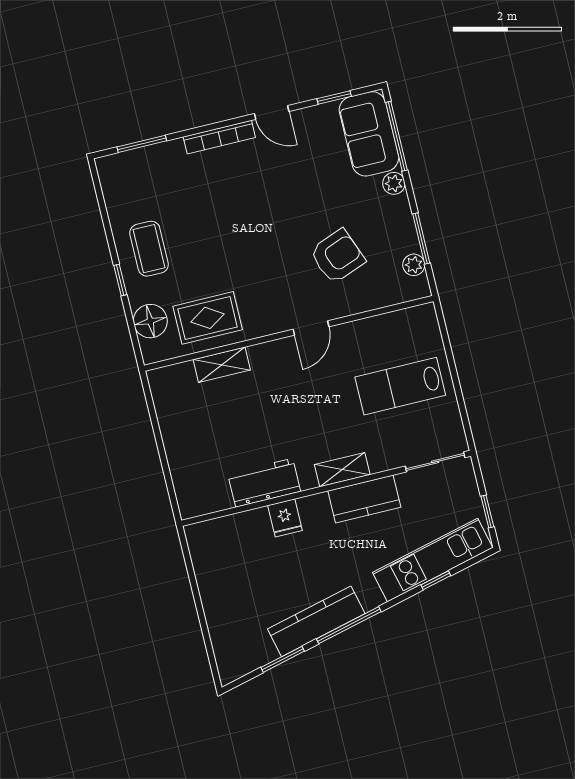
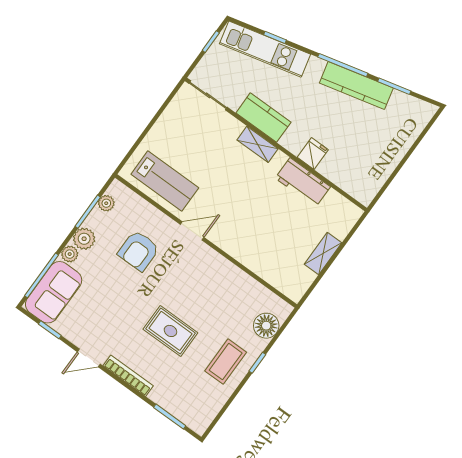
door: (272, 113) -> (89, 358), swing flipped
plant: (397, 211) -> (84, 239), added
armchair: (337, 256) -> (138, 251), turned -69
rug: (208, 318) -> (170, 331), moved
shelving: (222, 365) -> (323, 254), moved, turned 90
lab bench: (400, 386) -> (165, 181), moved

